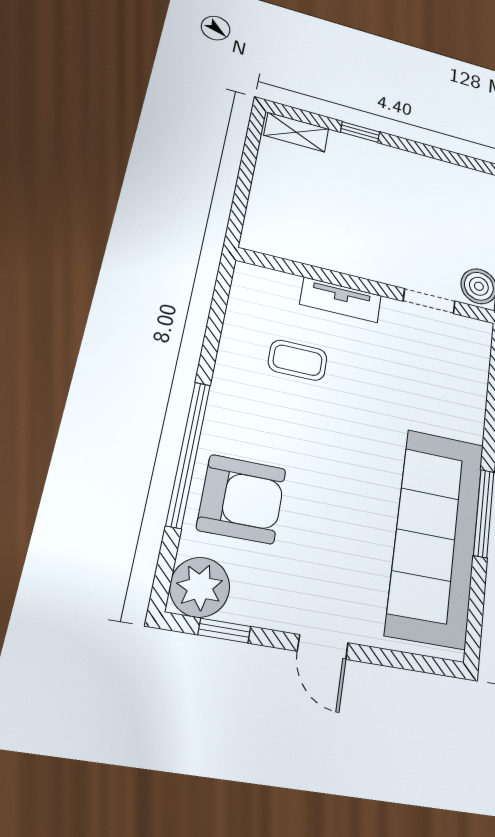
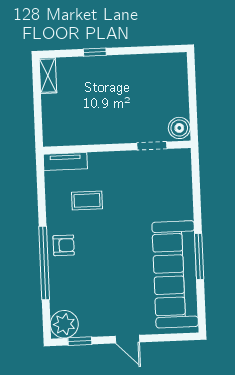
shelving: (296, 132) -> (48, 76), moved, turned 90
tv unit: (341, 300) -> (65, 162), moved
armchair: (242, 499) -> (64, 245), moved, width x0.53, depth x0.53

